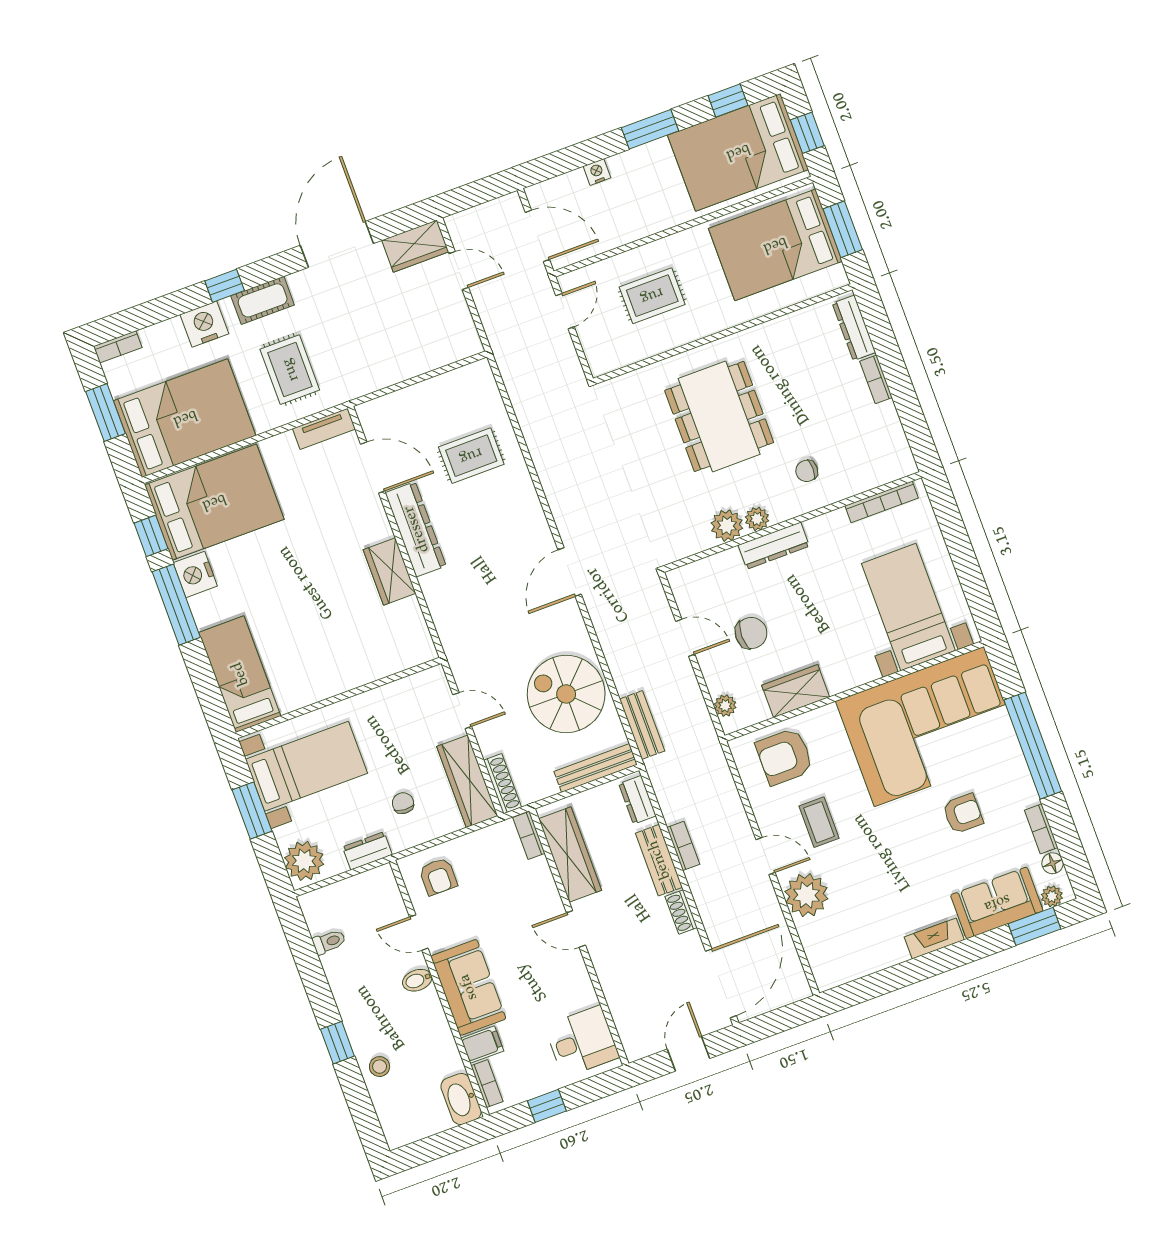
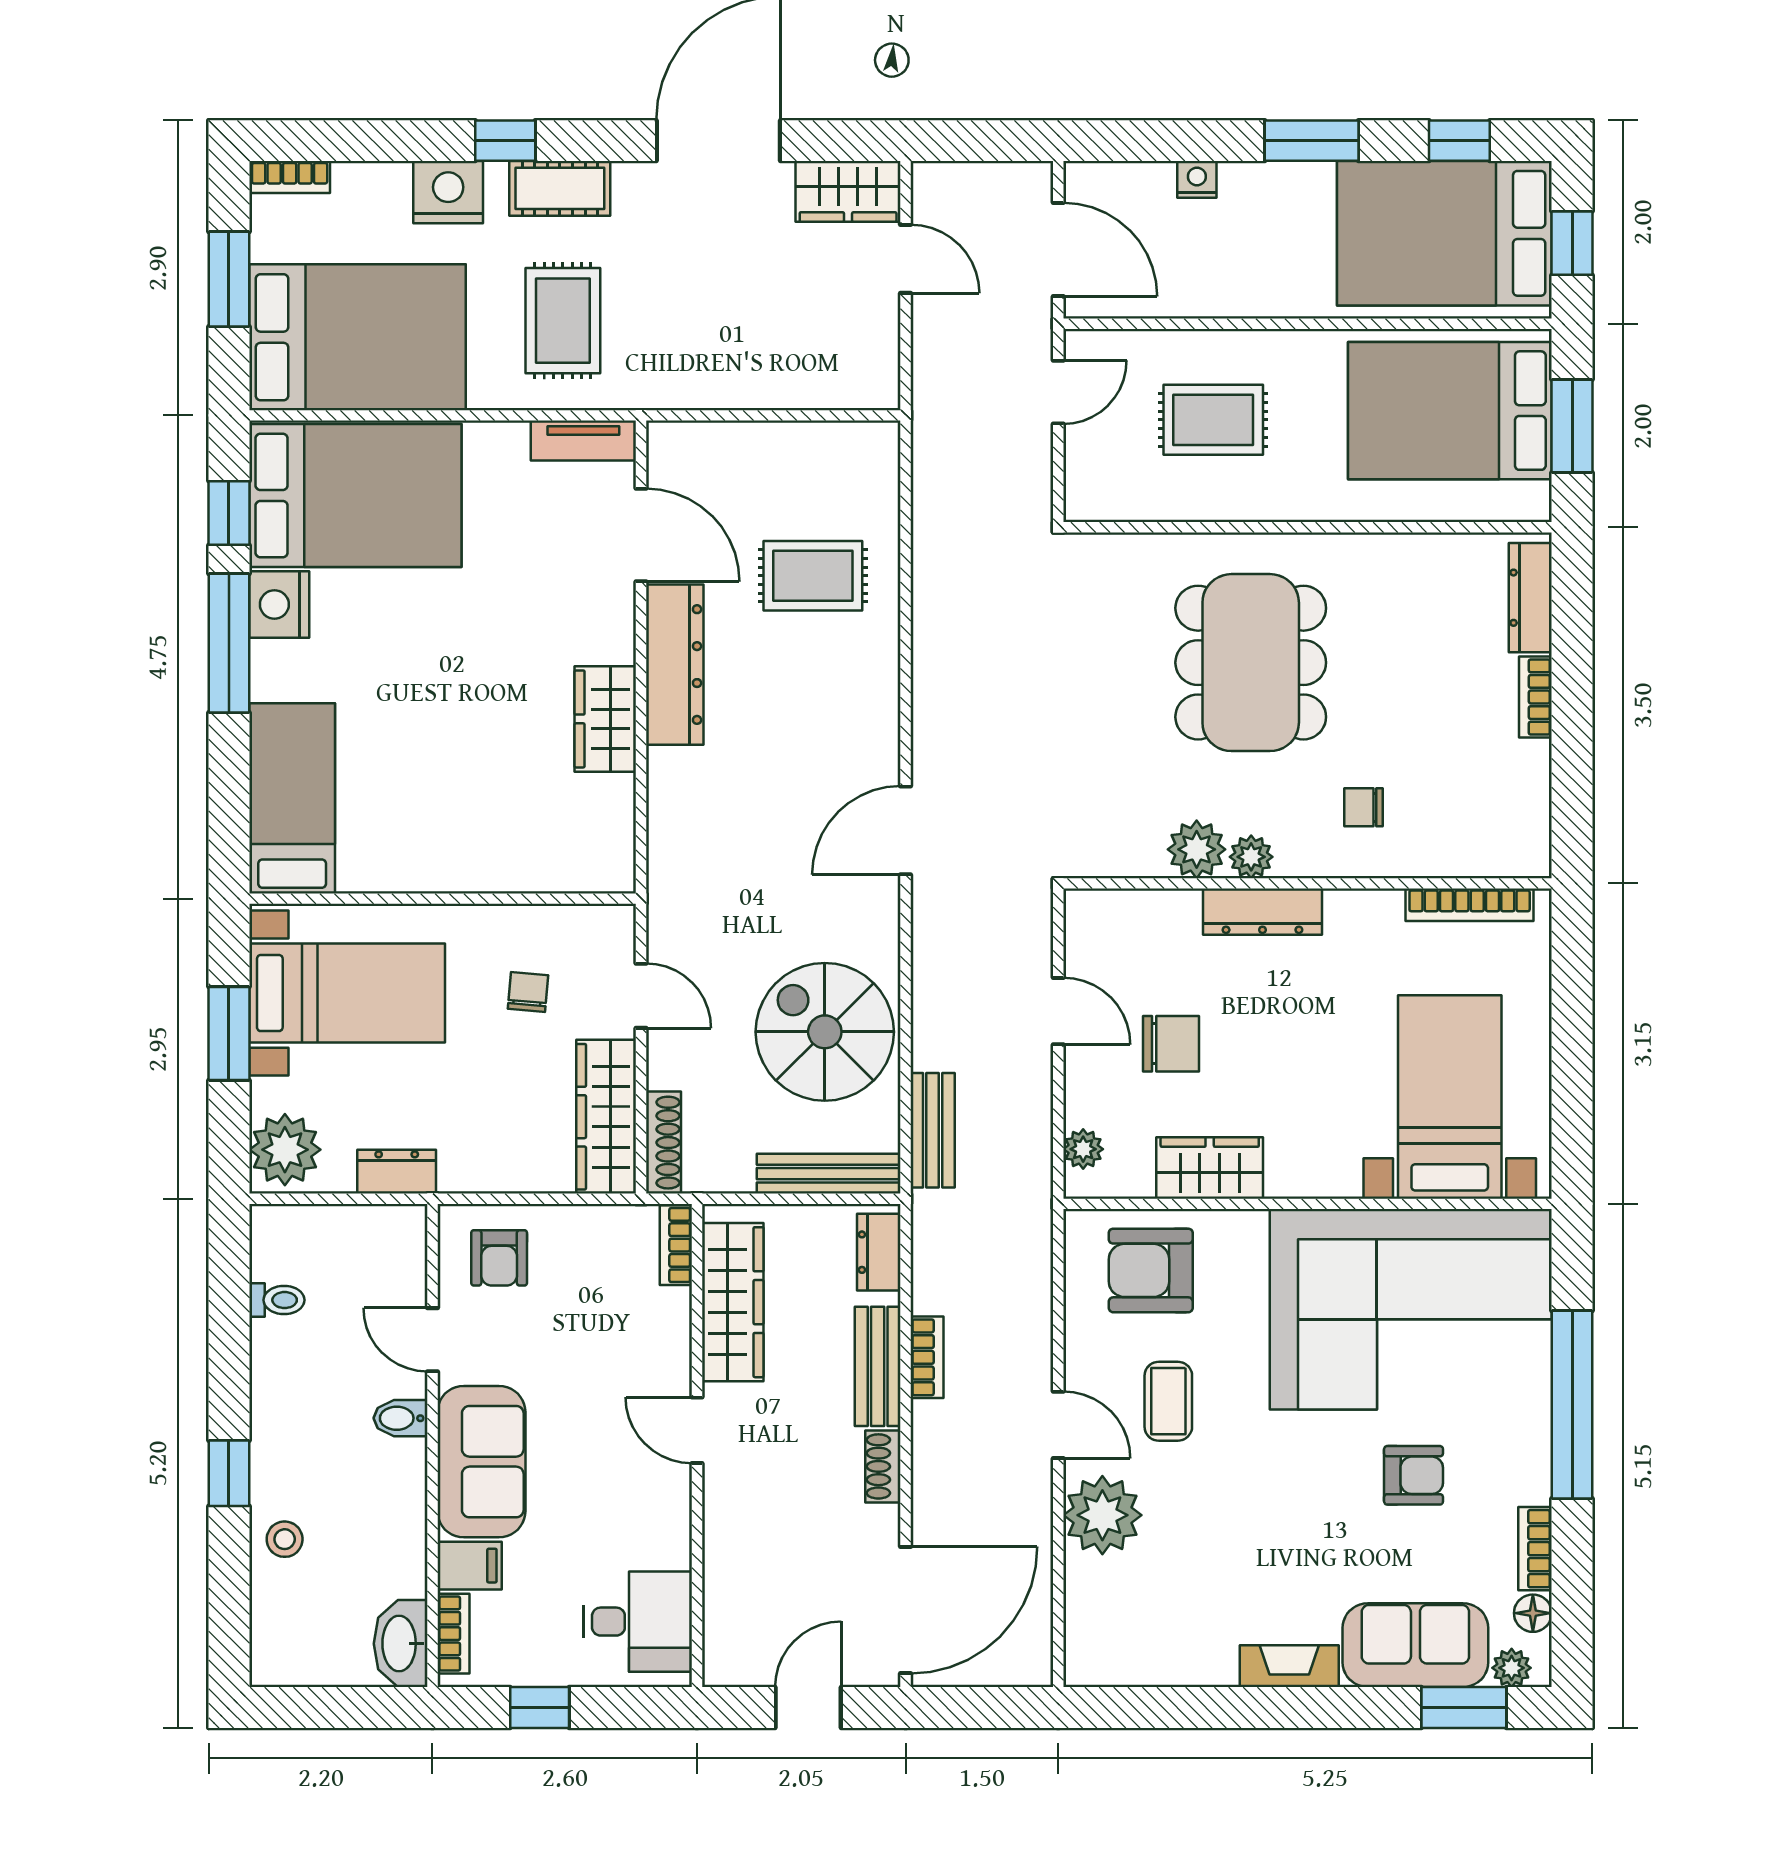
chair: (403, 803) -> (528, 992), moved

